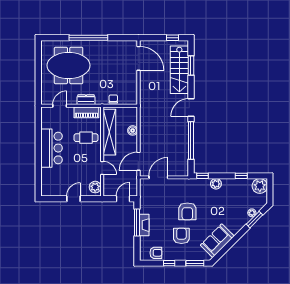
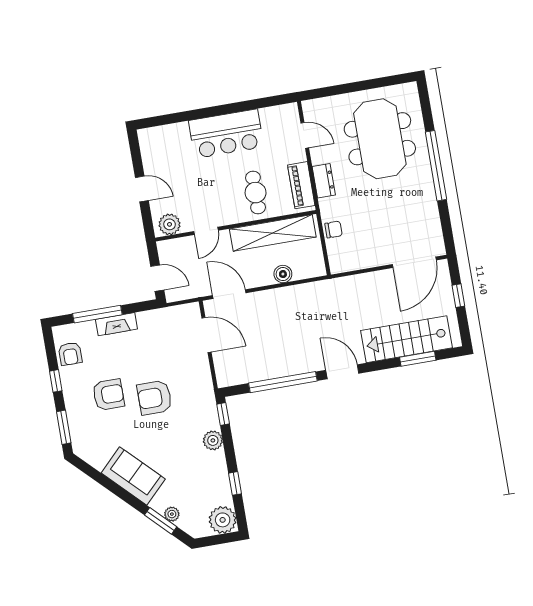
window: (173, 38) -> (458, 296), moved
window: (137, 222) -> (97, 314), moved
sofa: (217, 241) -> (133, 476), moved

